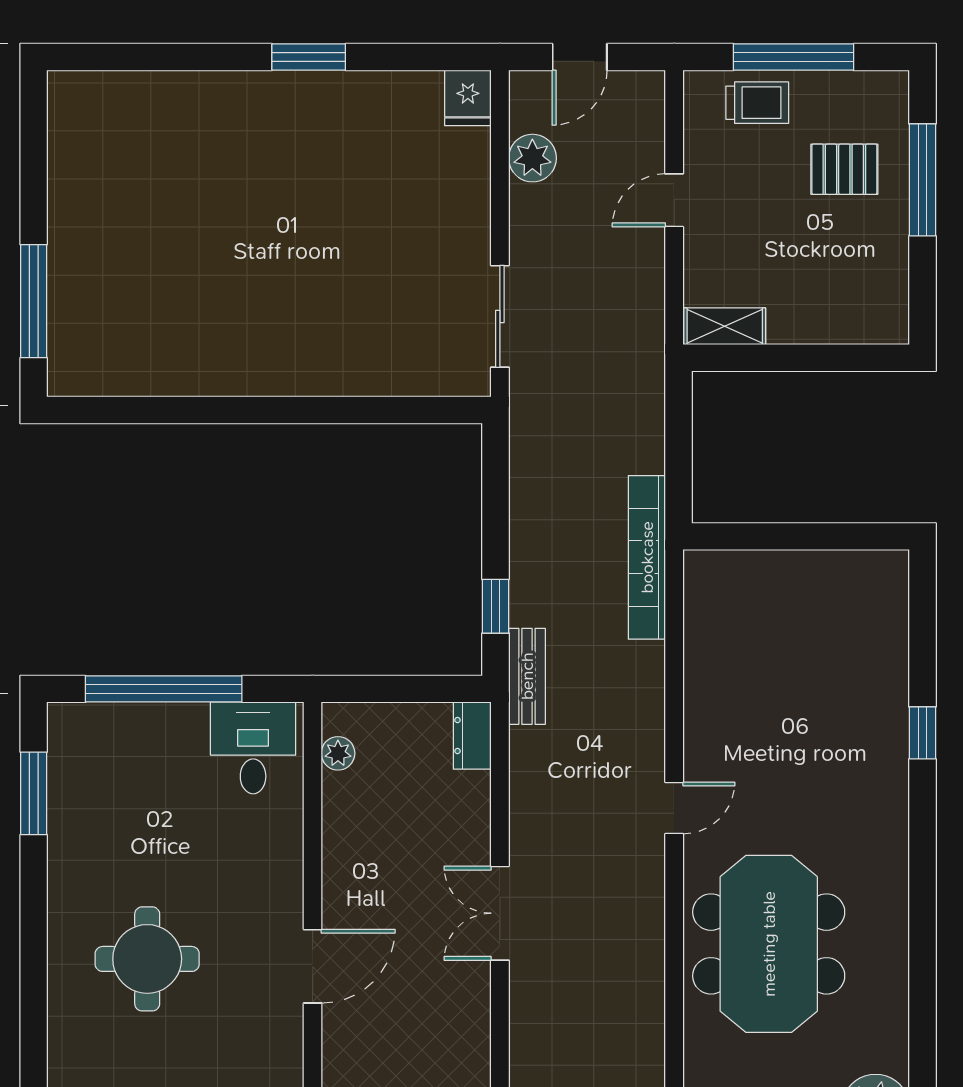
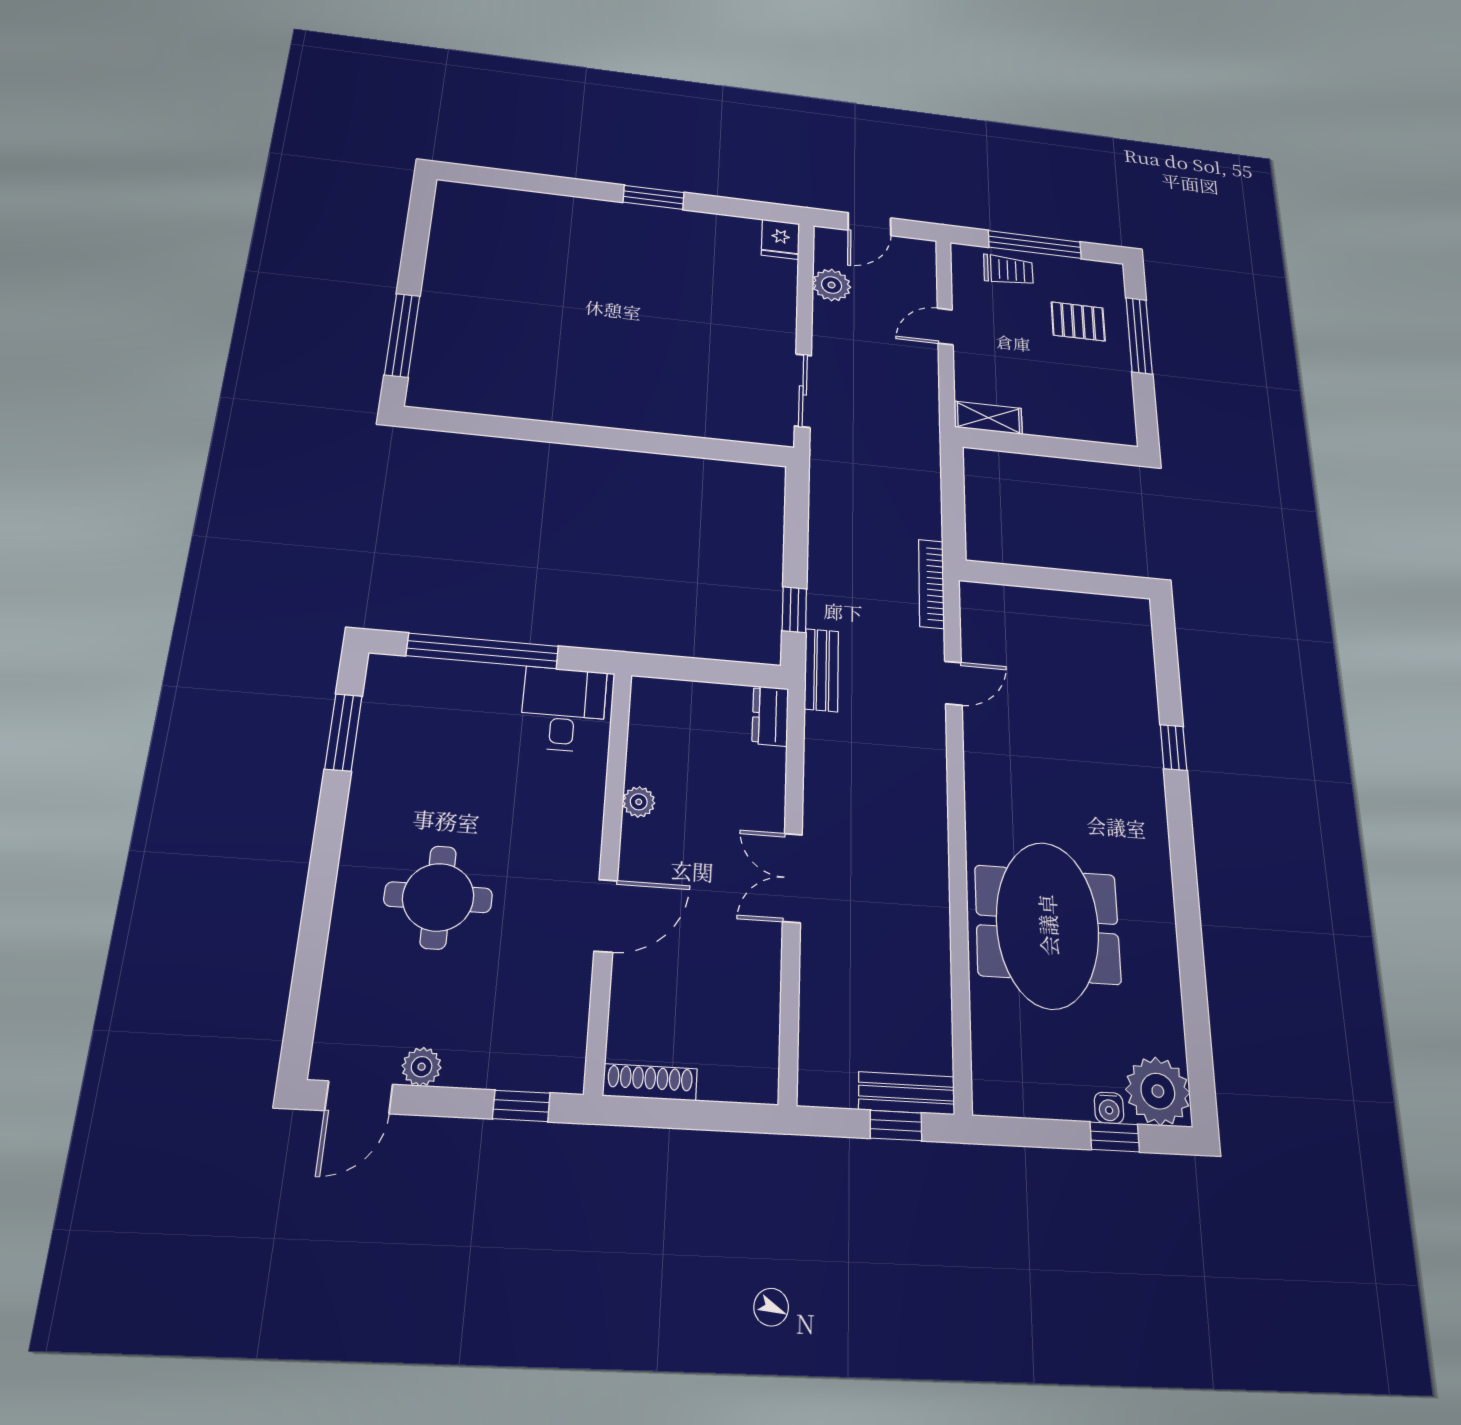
bookcase: (647, 557) -> (931, 584), width x0.68, depth x0.76
plant: (338, 753) -> (639, 802), moved
door: (674, 808) -> (953, 683), moved

